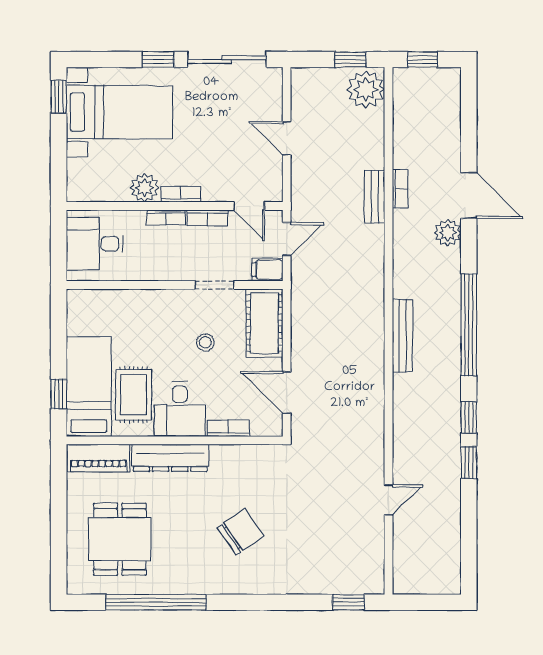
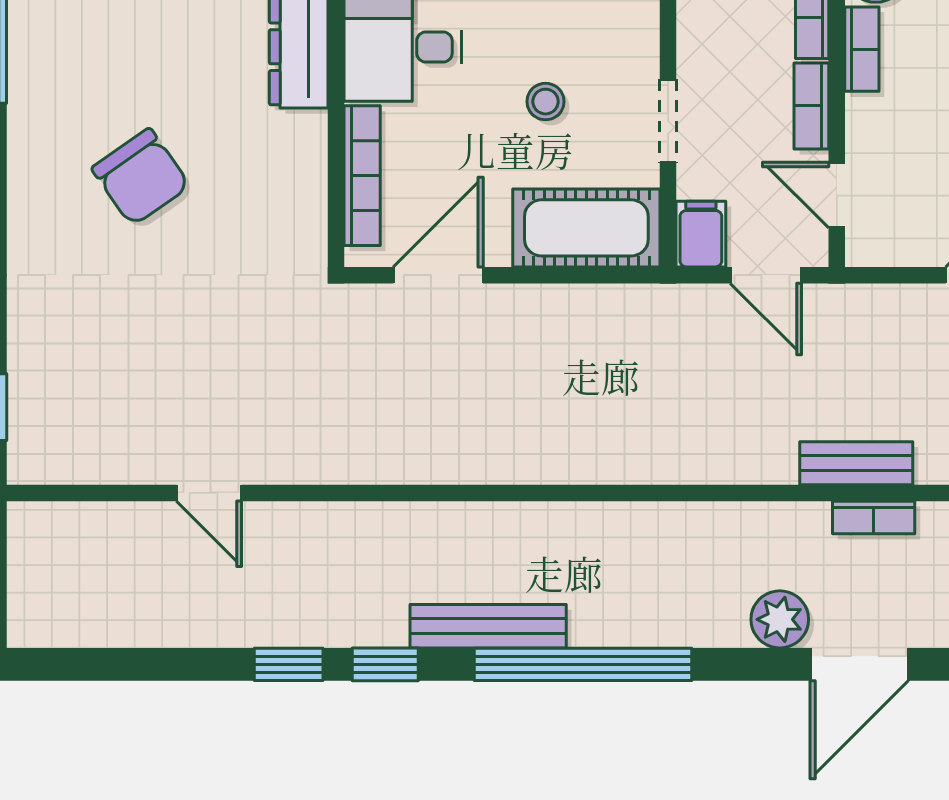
door: (249, 206) -> (837, 195), hinge flipped
bench: (403, 336) -> (488, 626), moved
bookcase: (228, 428) -> (362, 176), width x1.56

